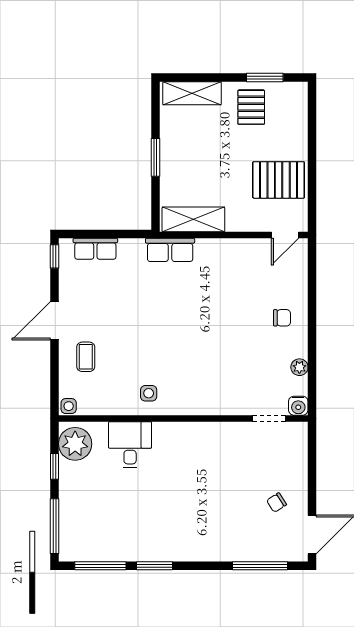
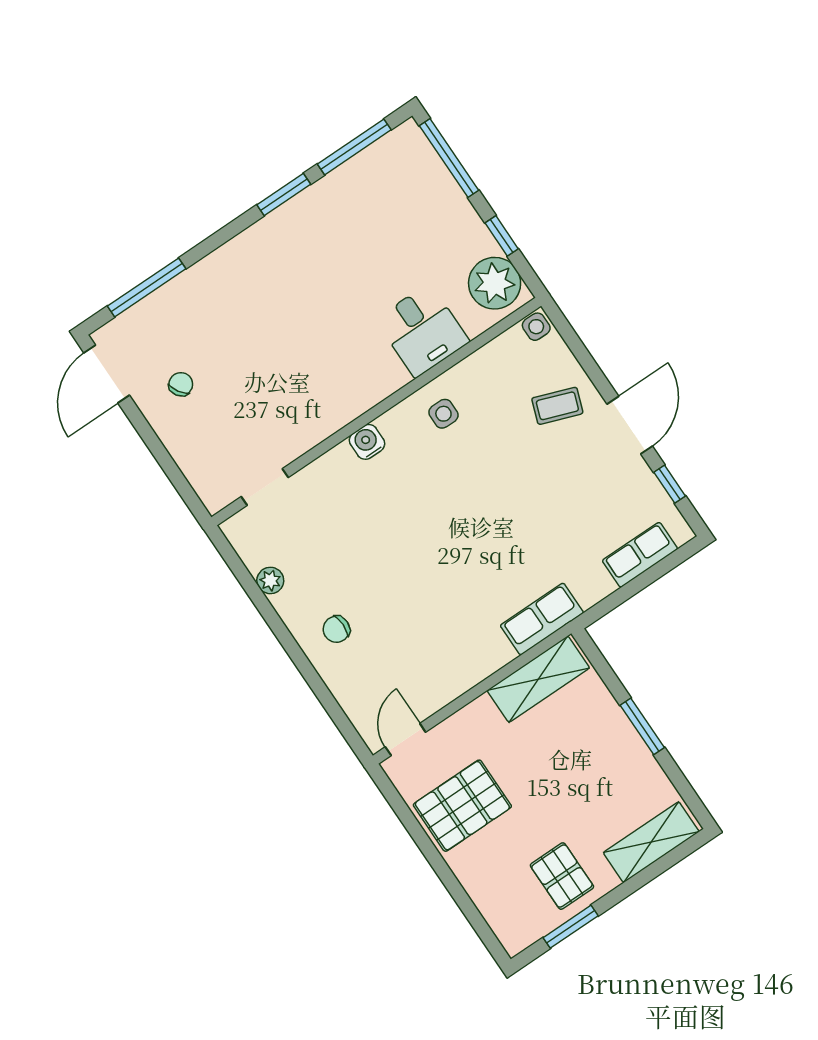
window: (54, 256) -> (670, 484), moved
coffee table: (86, 357) -> (557, 406), turned -70
water cooler: (298, 406) -> (367, 442), moved

